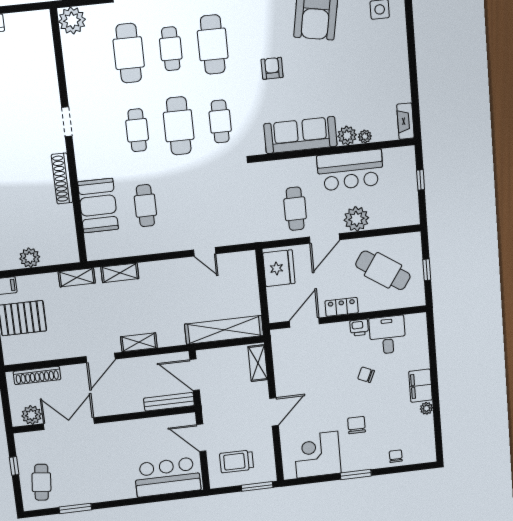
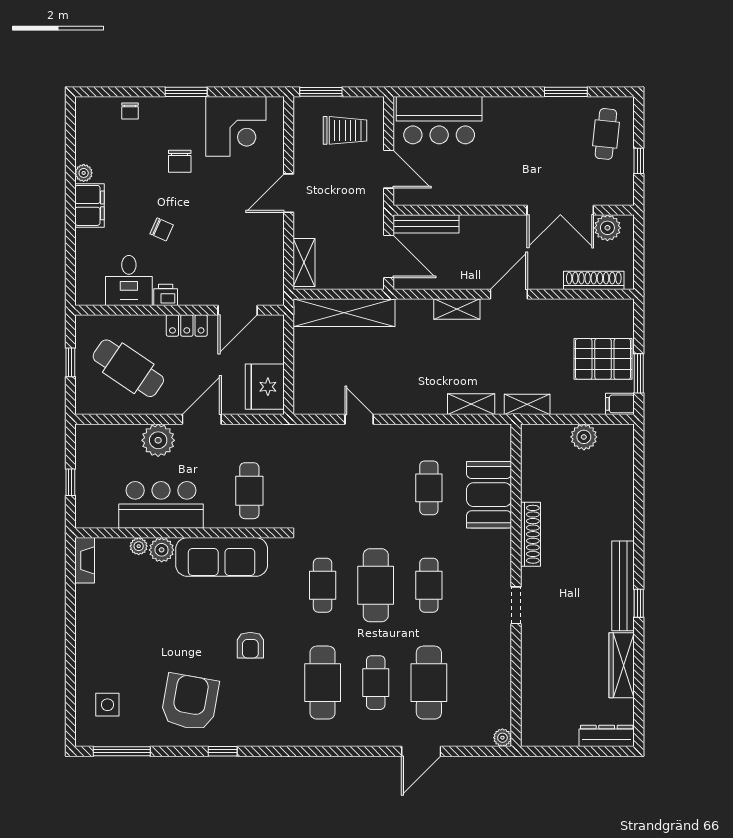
plant: (72, 20) -> (502, 738), width x0.53, depth x0.53
cafe table: (295, 209) -> (249, 491), moved

